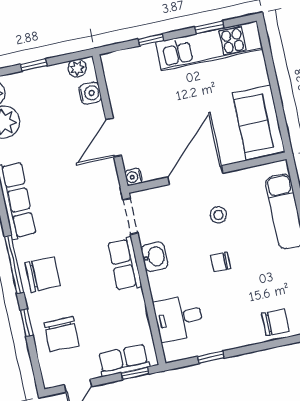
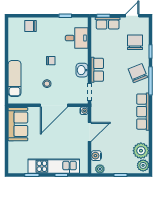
kitchen unit: (209, 46) -> (54, 166), moved
chair: (43, 274) -> (138, 73), turned 68

